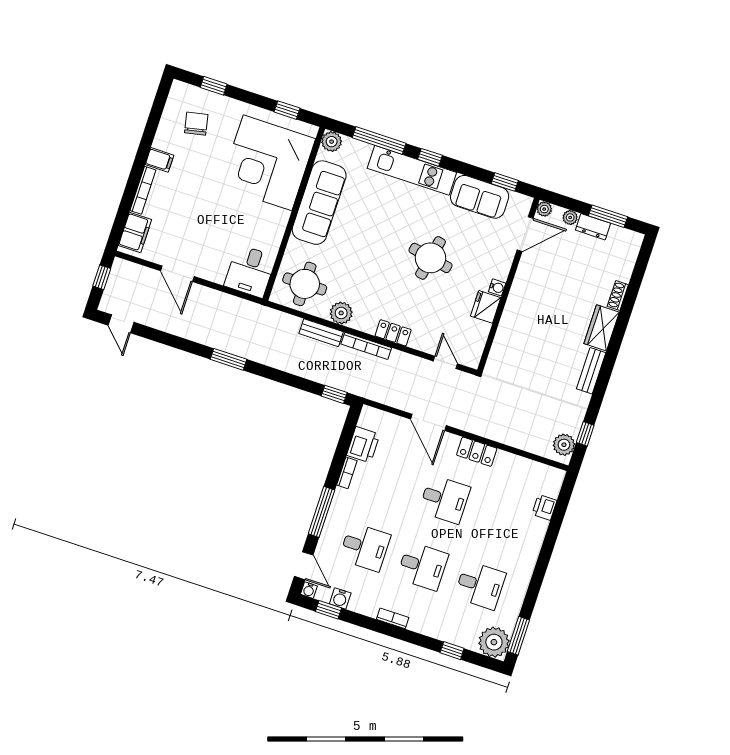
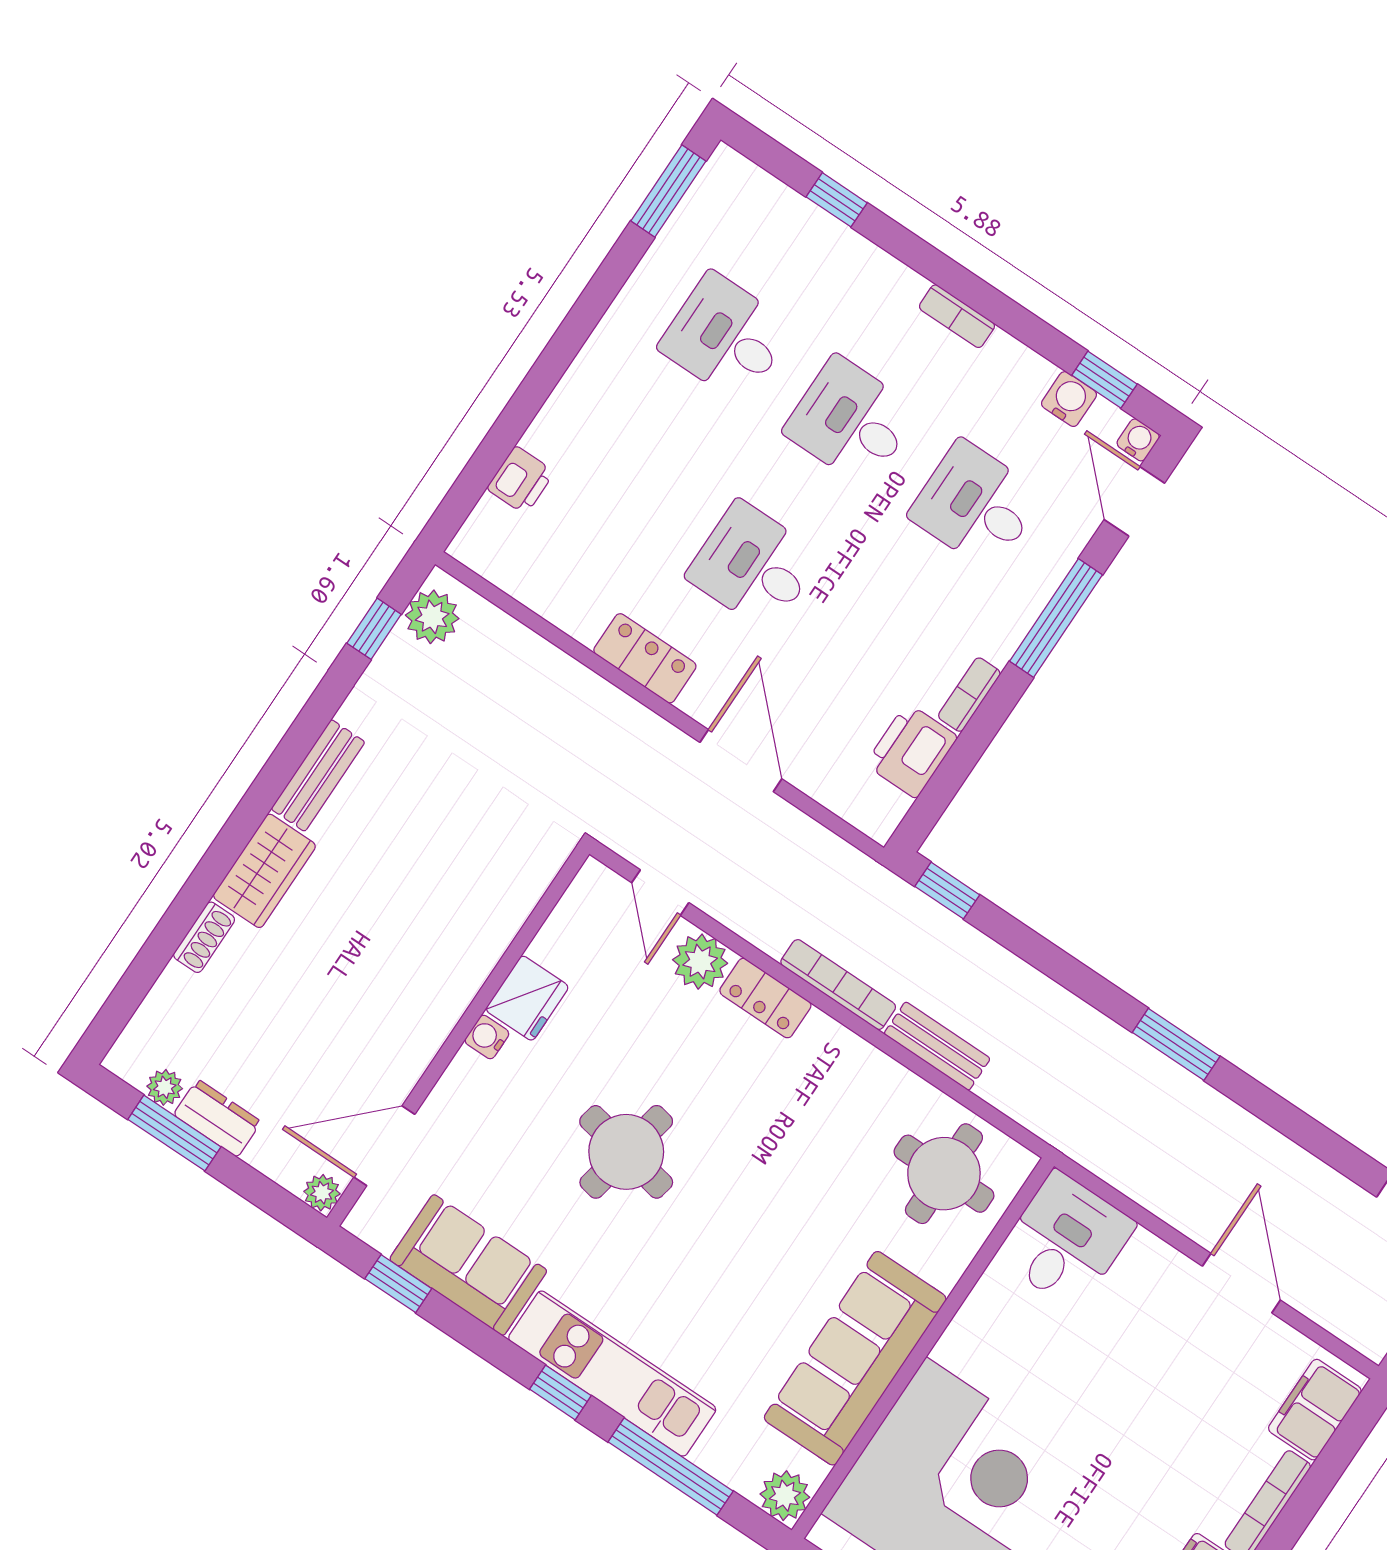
plant: (570, 217) -> (165, 1087), moved
plant: (341, 313) -> (700, 962), moved
plant: (494, 642) -> (731, 192), removed

